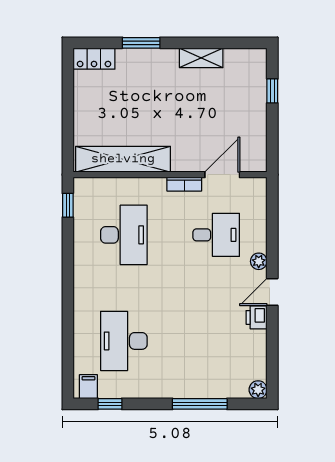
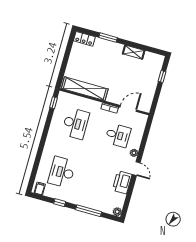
door: (272, 292) -> (136, 169), swing flipped
printer: (257, 317) -> (122, 182), width x1.87, depth x1.48
window: (110, 404) -> (60, 203), moved

